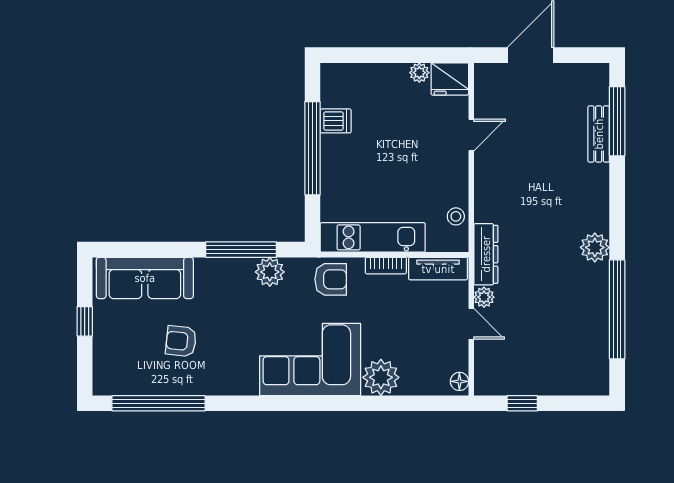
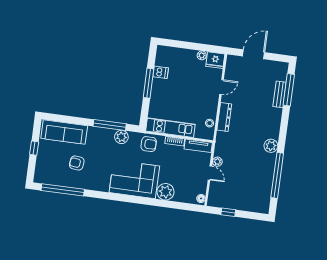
window: (313, 148) -> (148, 83), width x0.68
dresser: (486, 254) -> (224, 117), moved

